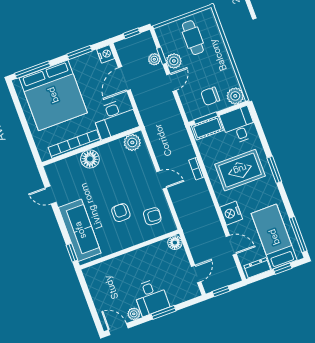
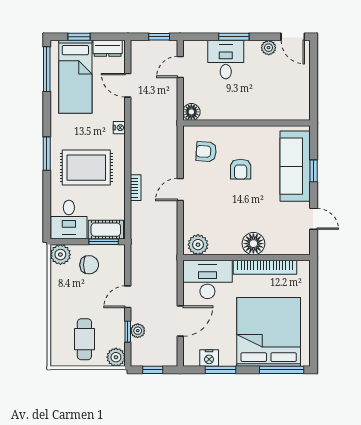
nightstand: (106, 54) -> (209, 358), moved, turned -90
plant: (174, 61) -> (116, 357), moved
door: (162, 180) -> (180, 190), hinge flipped
nightstand: (231, 213) -> (119, 128), width x0.53, depth x0.56
window: (72, 253) -> (314, 171), moved
desk: (151, 297) -> (226, 60), moved

